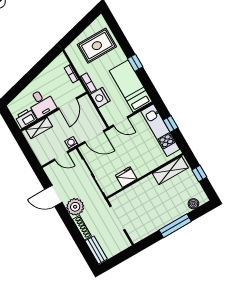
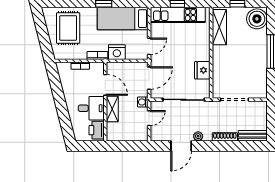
shelving: (39, 128) -> (112, 109), moved
boiler: (193, 204) -> (257, 19), width x1.86, depth x1.86
plant: (75, 207) -> (198, 136), width x0.53, depth x0.53

